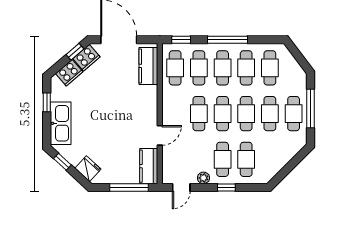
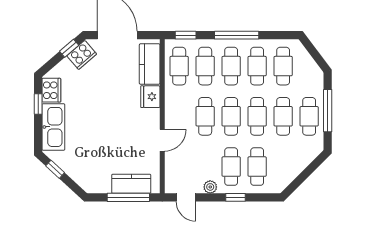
cooker: (69, 73) -> (51, 90), moved, turned -49
kitchen counter: (149, 166) -> (131, 184), moved, turned 90
fridge: (88, 169) -> (150, 97), moved, turned -133
door: (181, 187) -> (186, 197), hinge flipped

